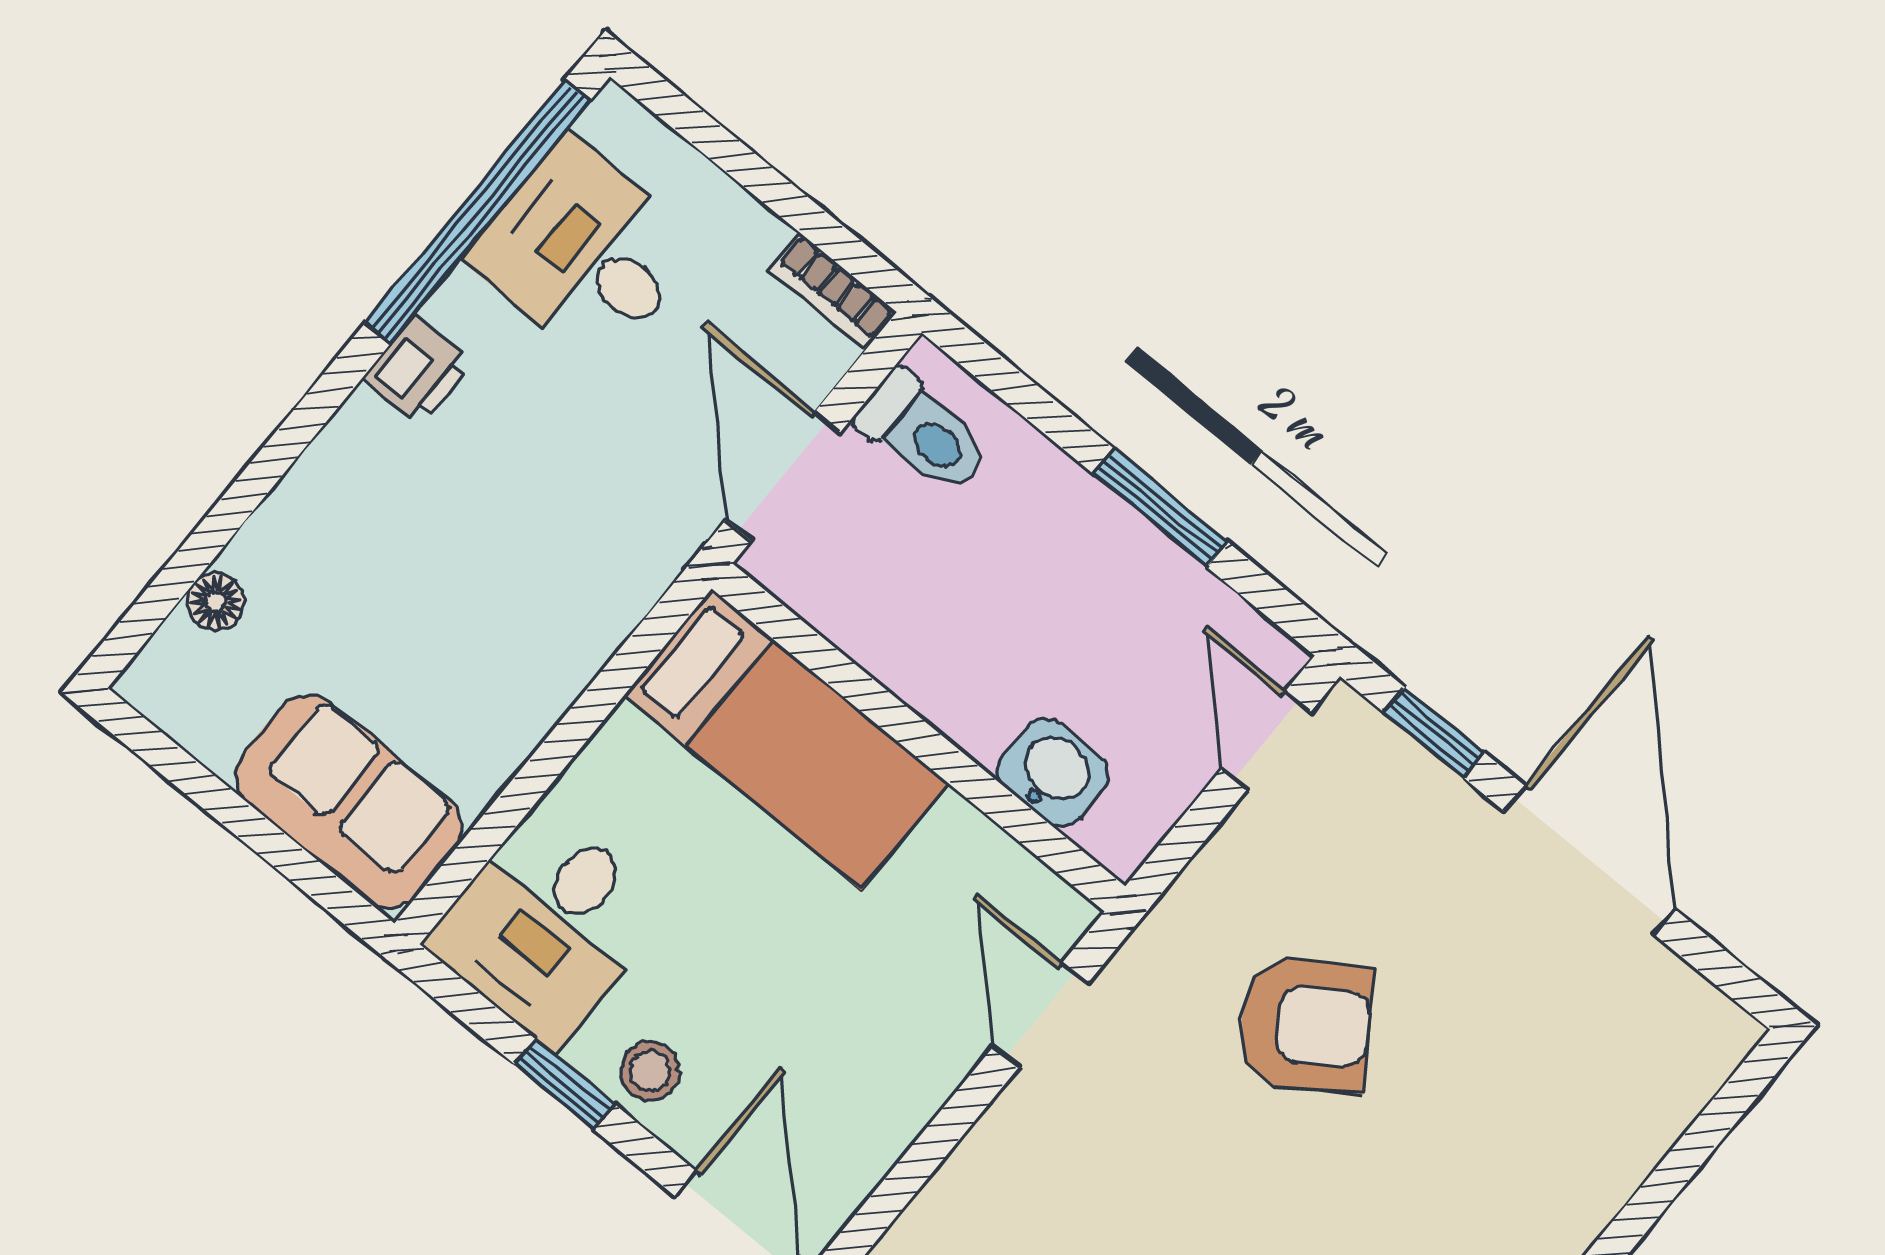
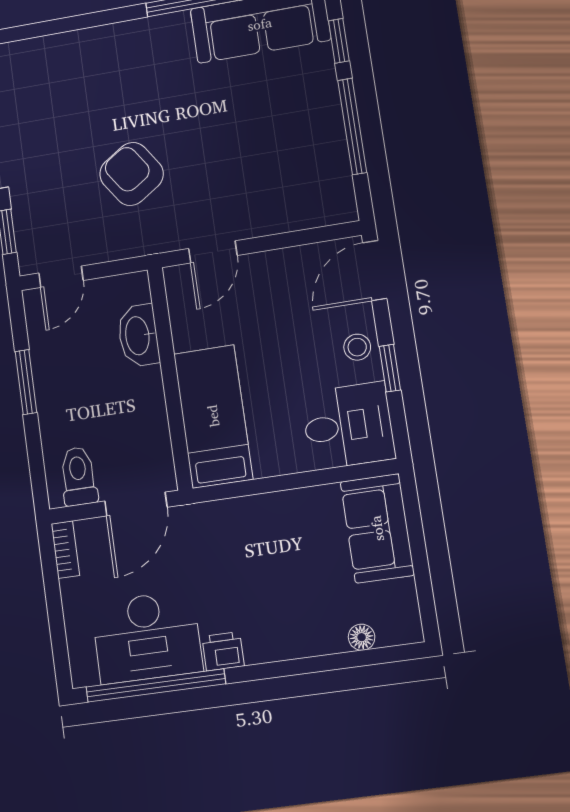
desk: (584, 252) -> (147, 637), width x1.37
washbasin: (1053, 772) -> (138, 336), width x1.38

